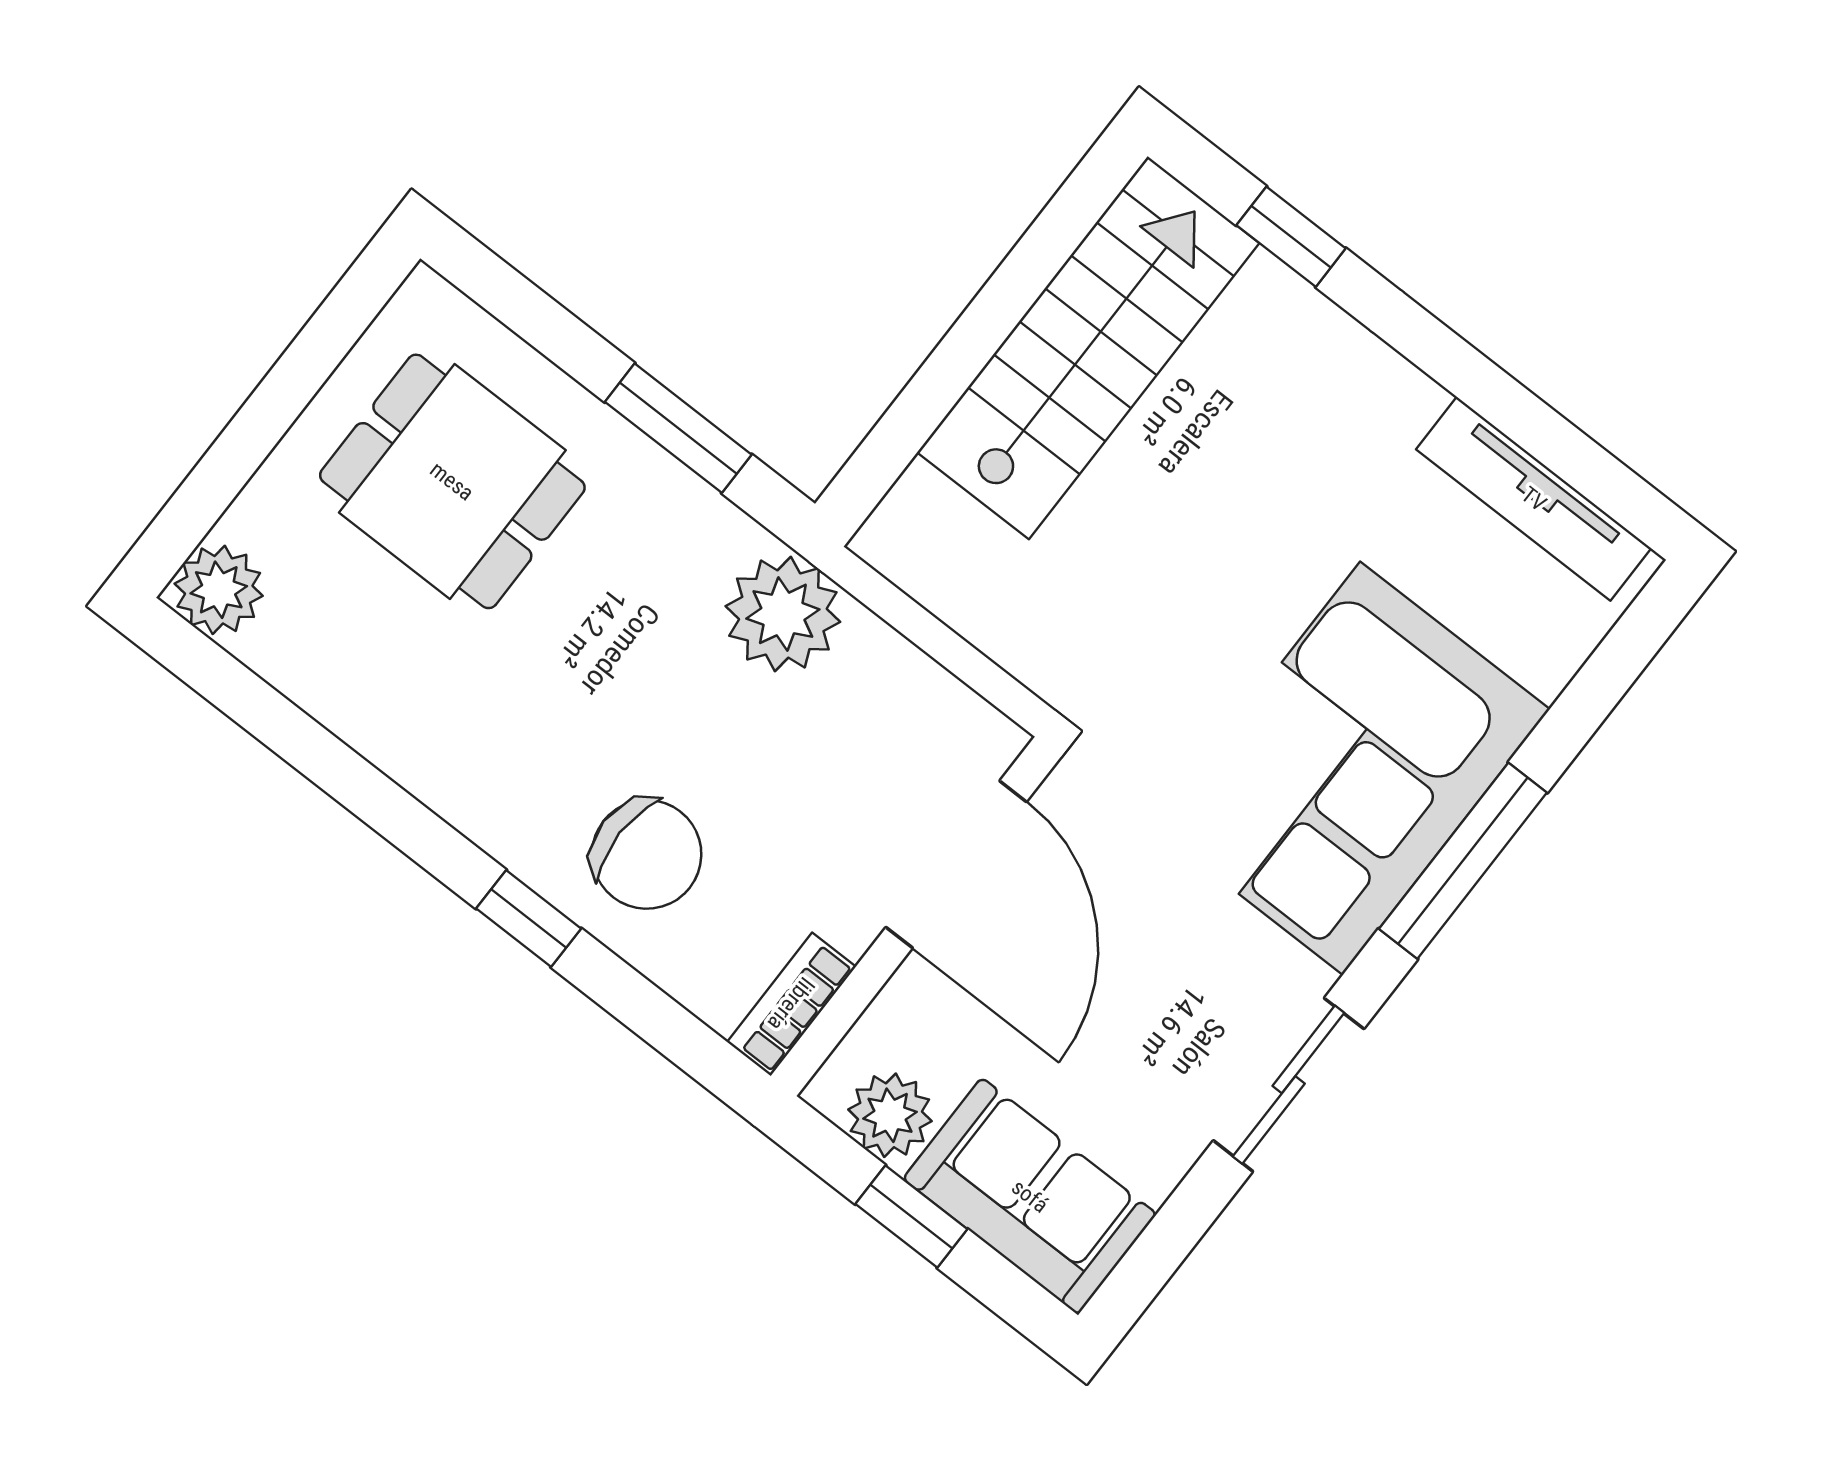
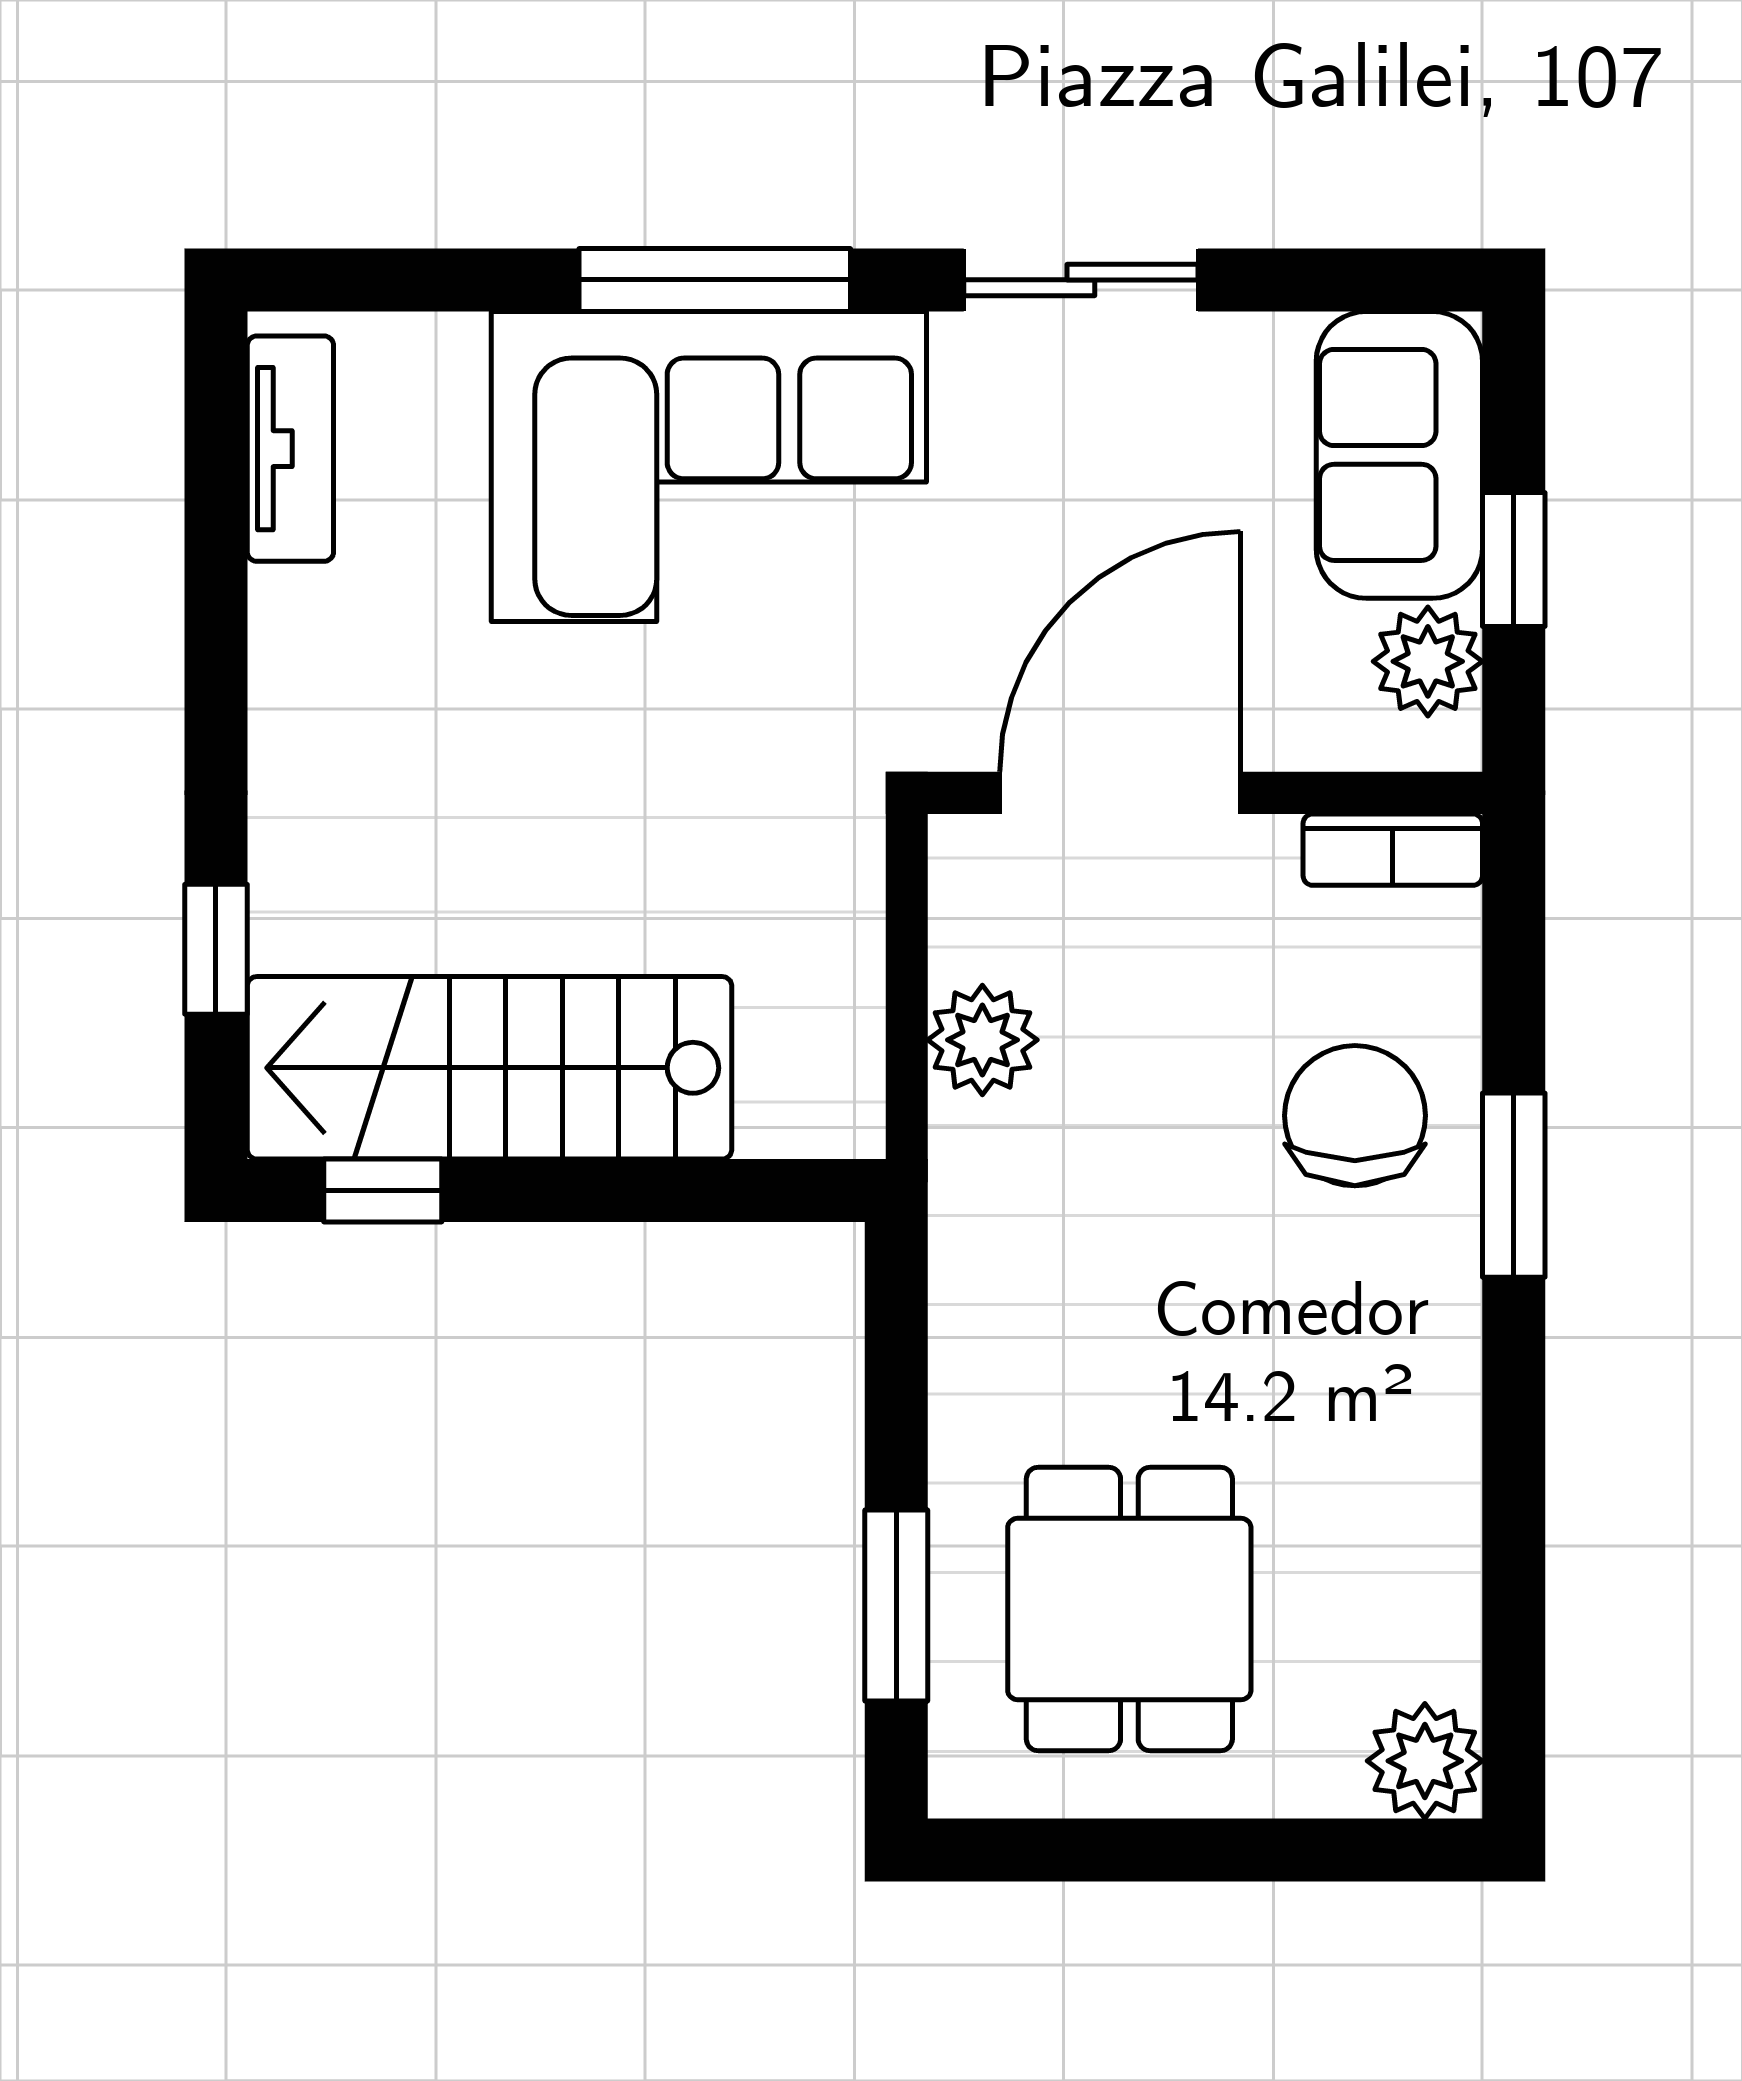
window: (1064, 224) -> (383, 1191), added
window: (678, 428) -> (896, 1606), moved
tv unit: (1534, 499) -> (290, 449), width x0.71
plant: (783, 614) -> (982, 1040), moved, width x0.73, depth x0.73
window: (529, 918) -> (1514, 1185), width x1.50

